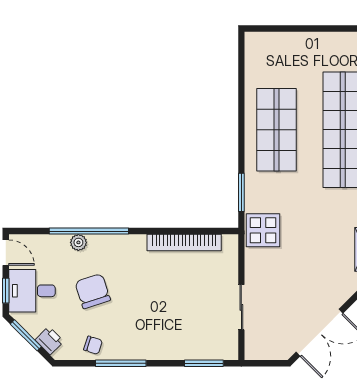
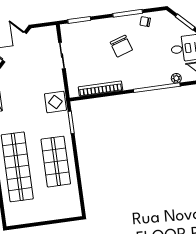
plant: (78, 242) -> (176, 78), moved
chair: (93, 291) -> (121, 46), moved
printer: (49, 341) -> (171, 21), removed

